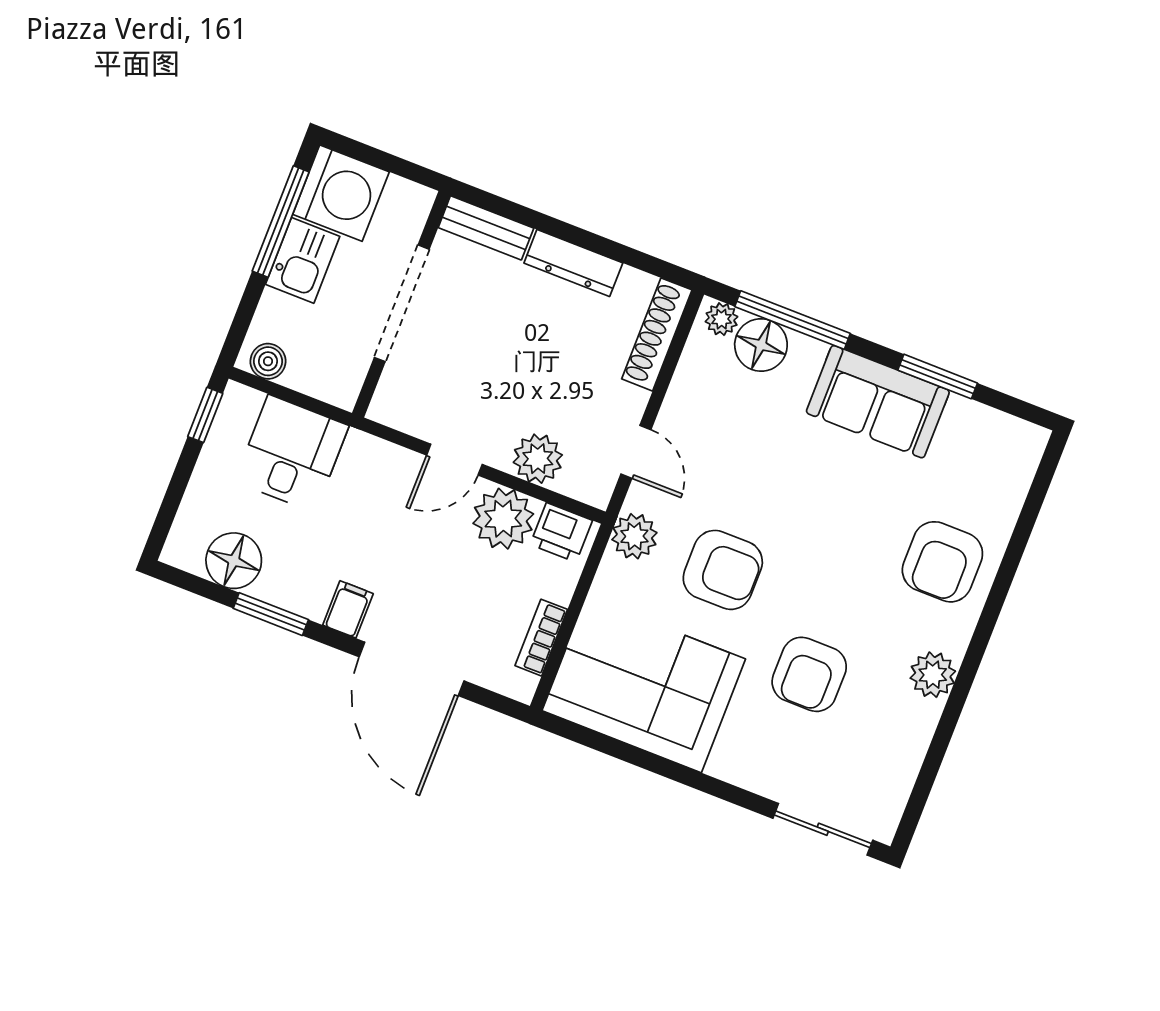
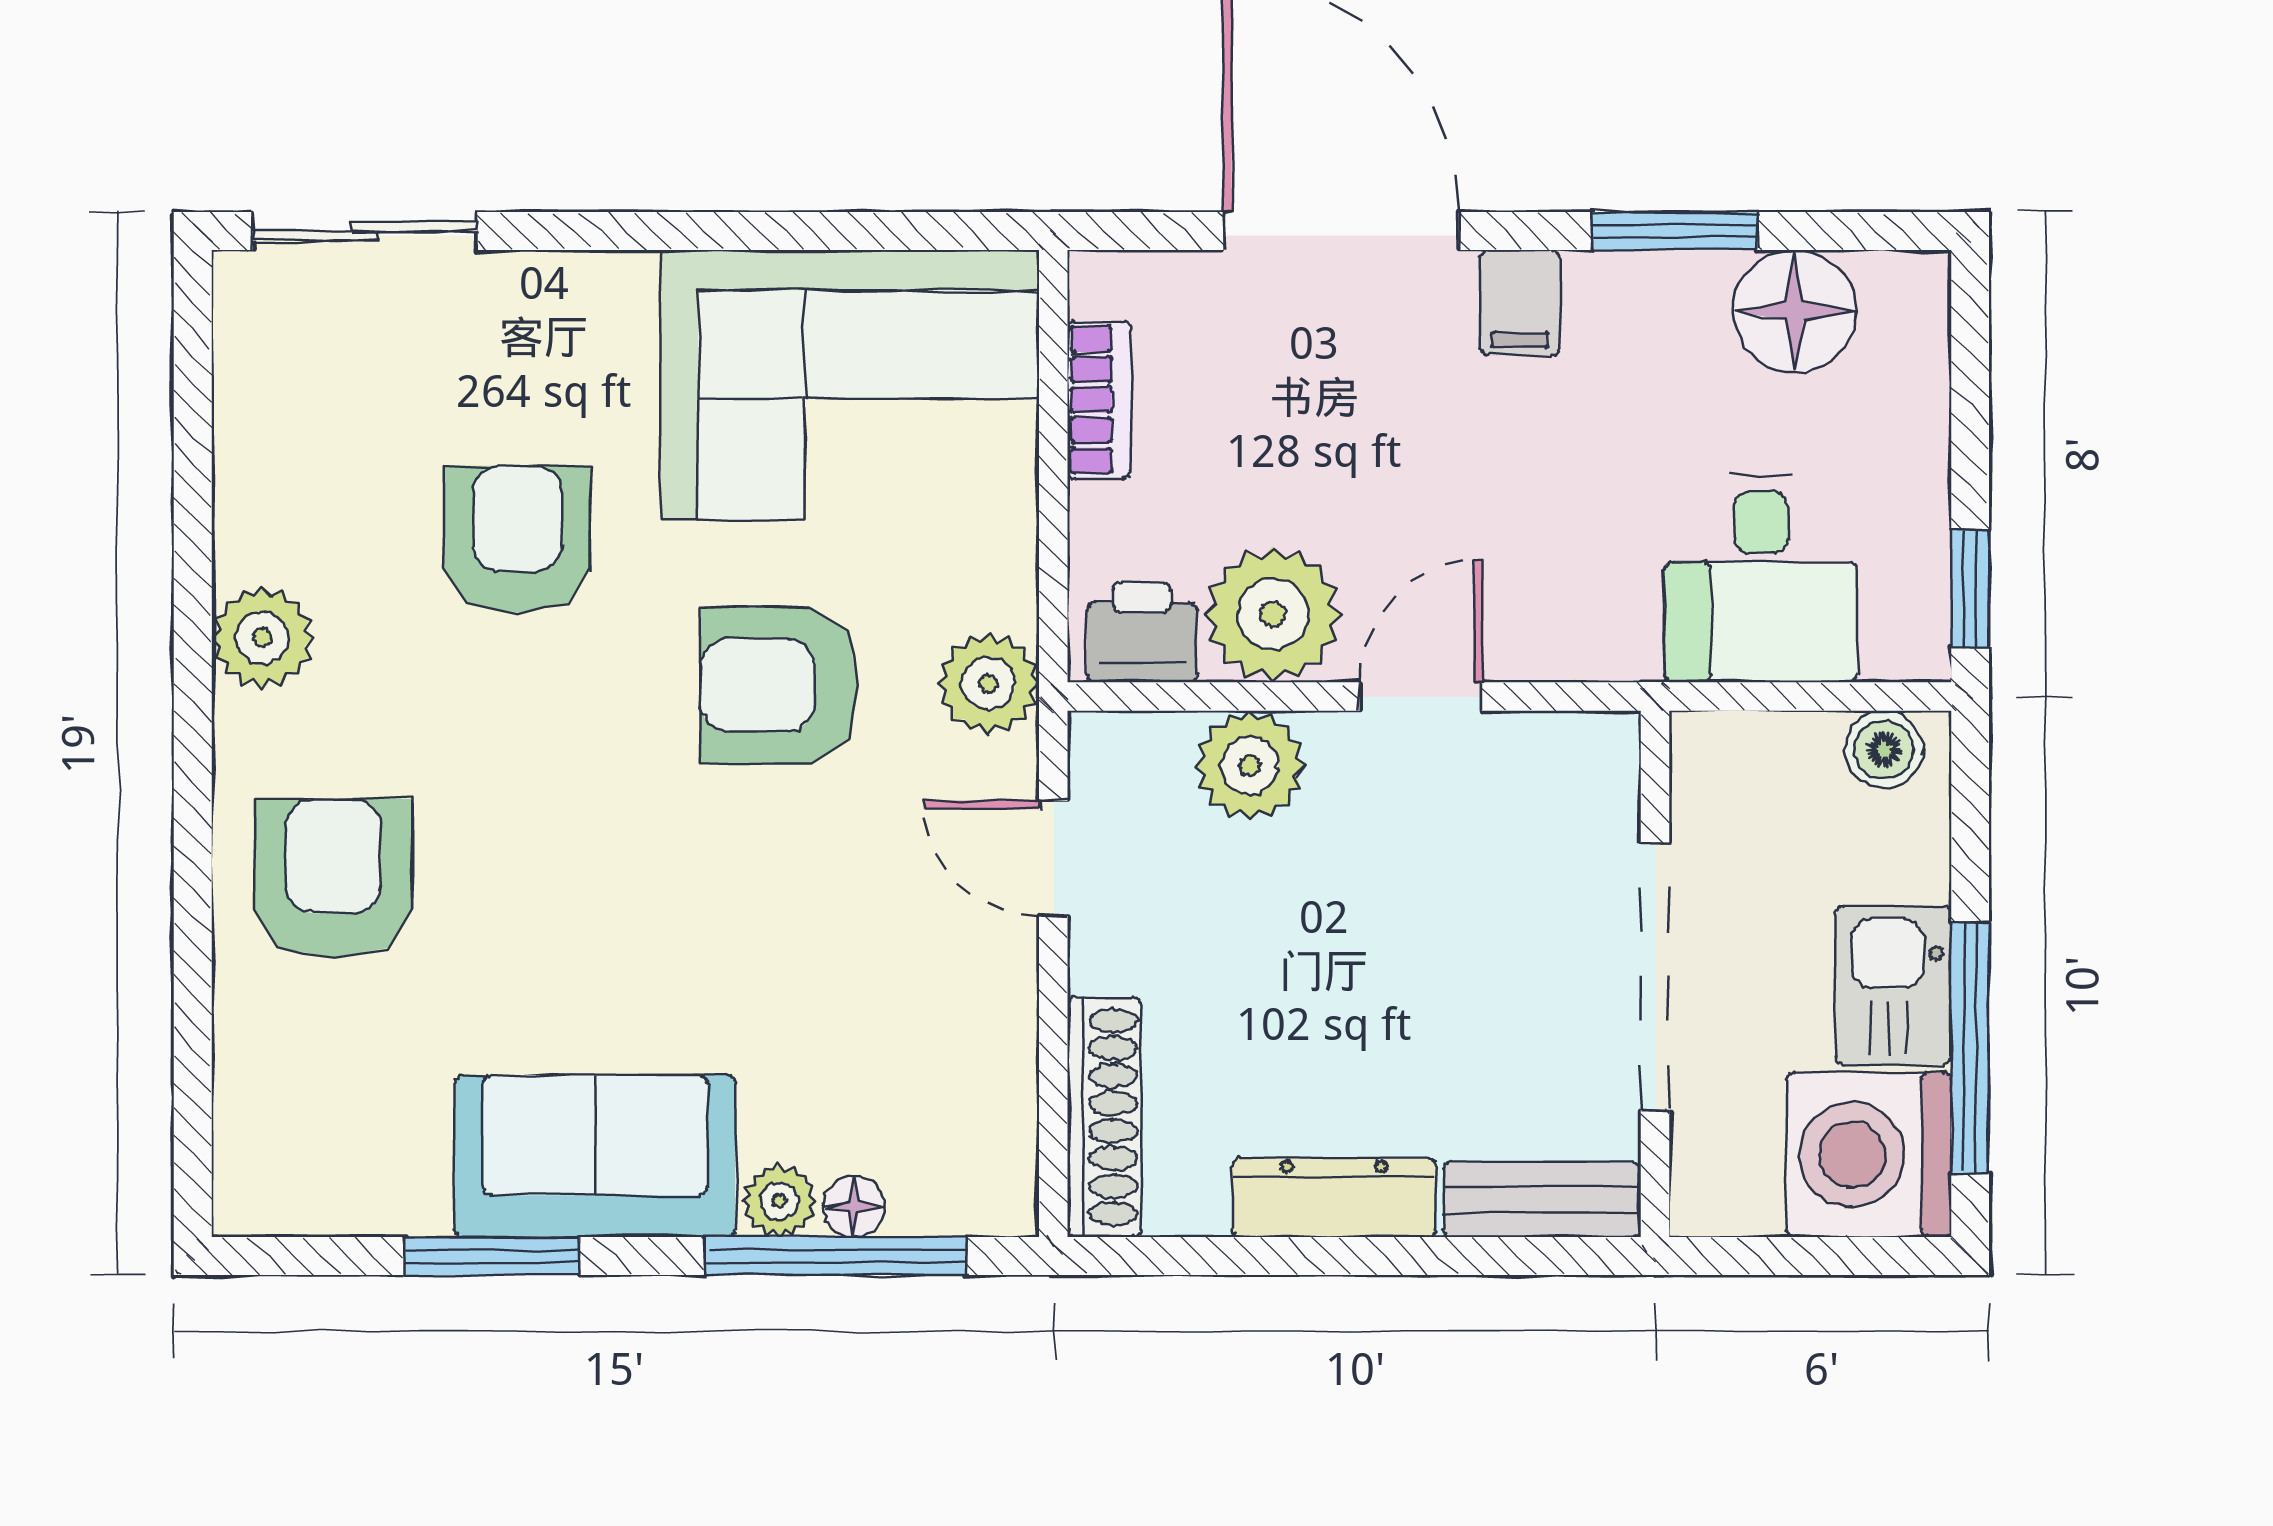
plant: (722, 319) -> (779, 1201), moved
floor lamp: (761, 345) -> (854, 1206), width x0.53, depth x0.53

